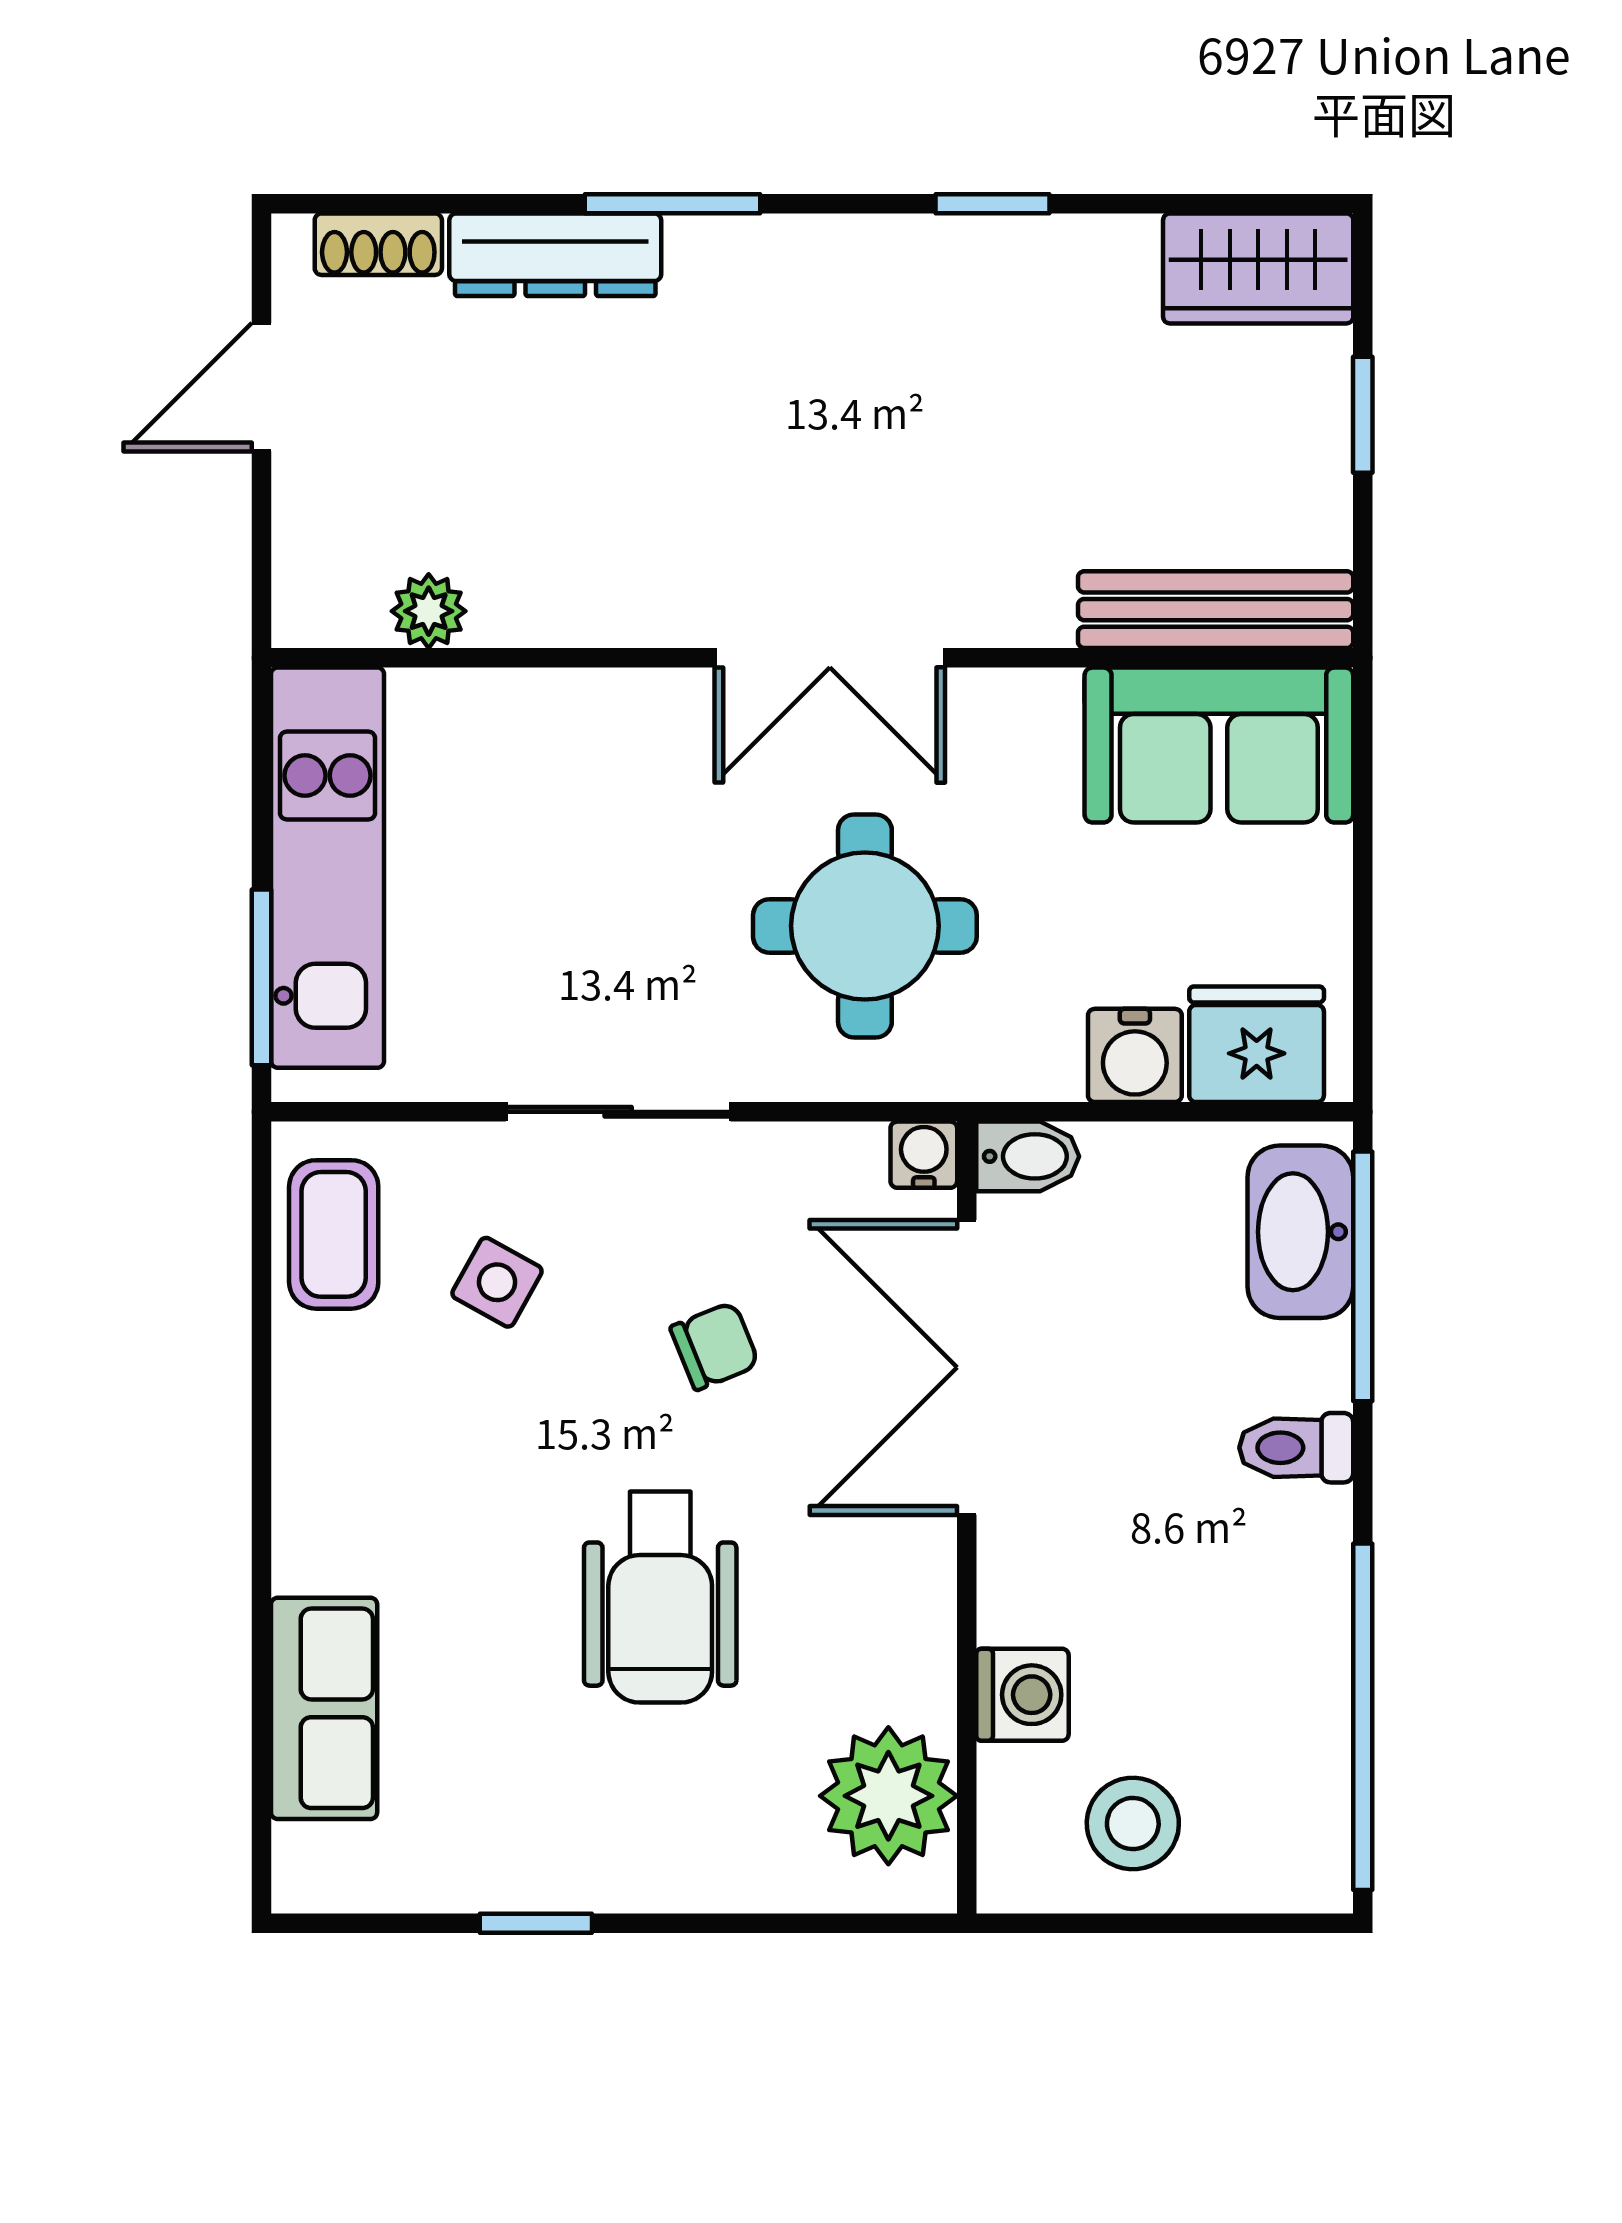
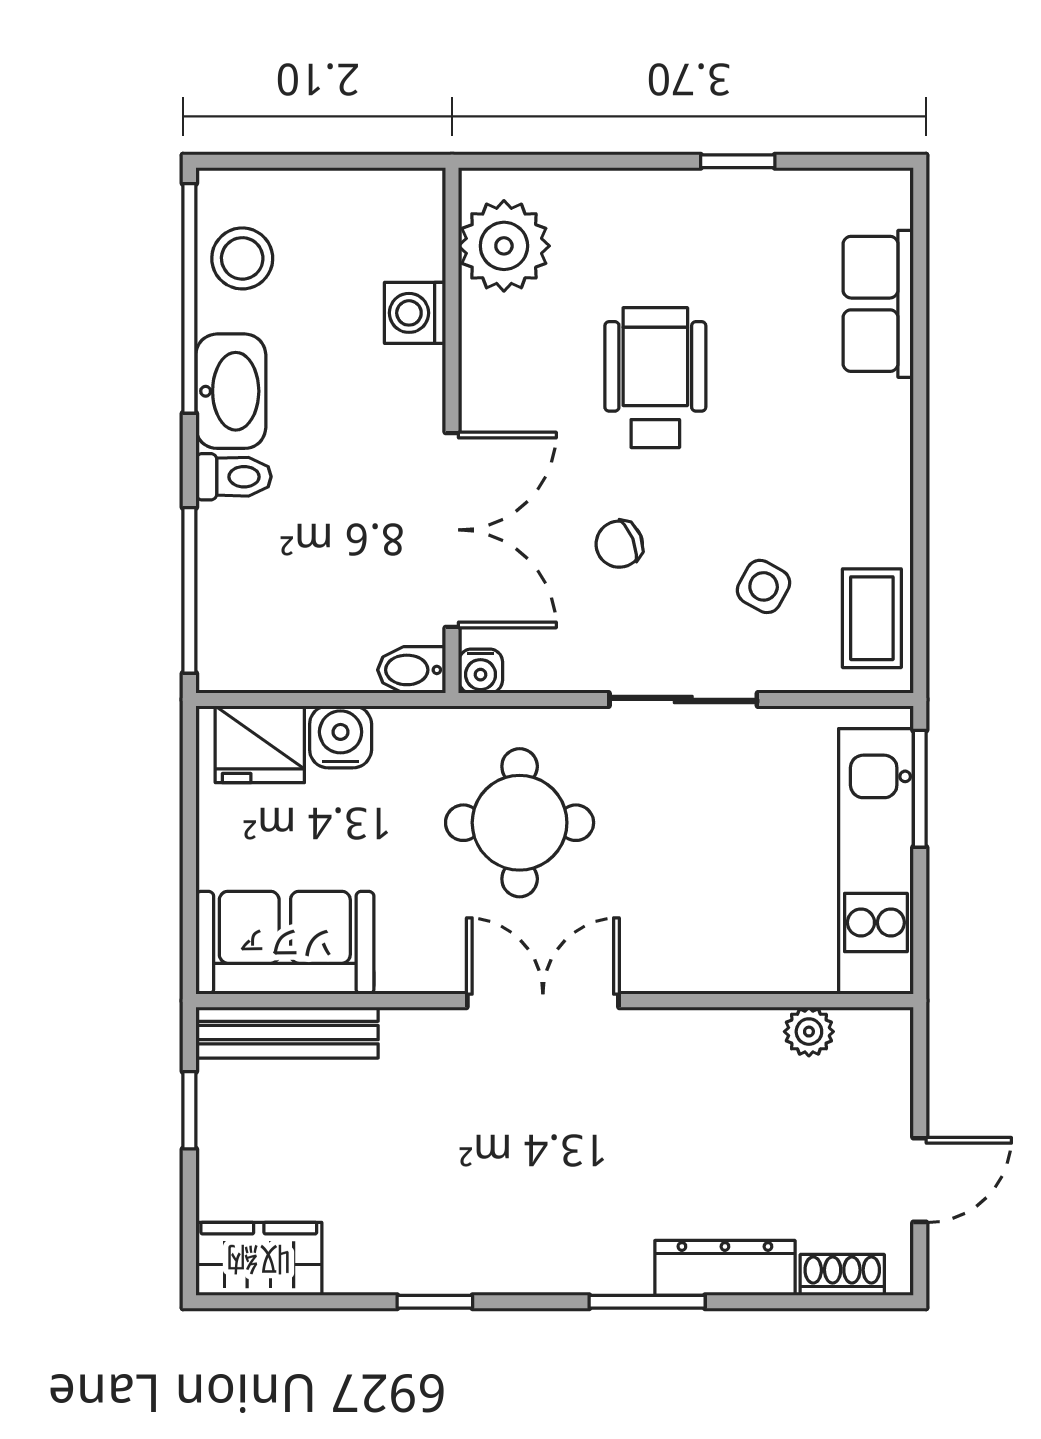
window: (1363, 415) -> (189, 1110), moved
washbasin: (1300, 1232) -> (231, 391), moved
stool: (1133, 1824) -> (242, 258), moved

